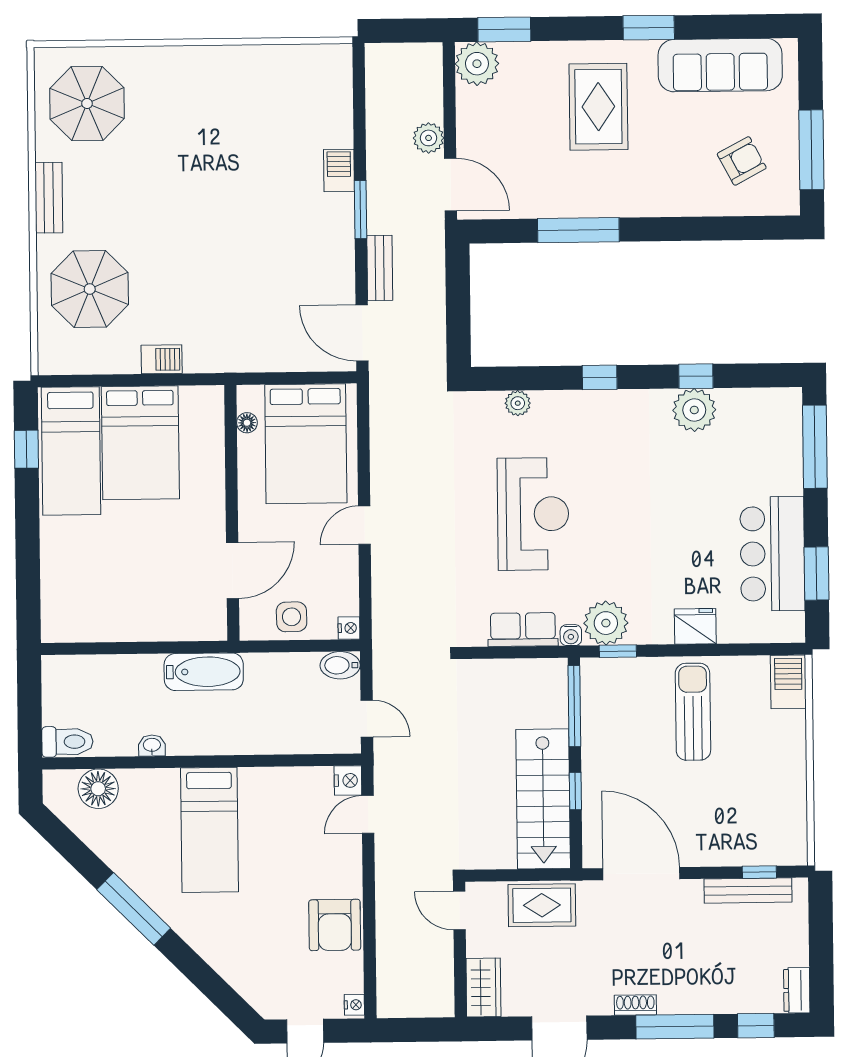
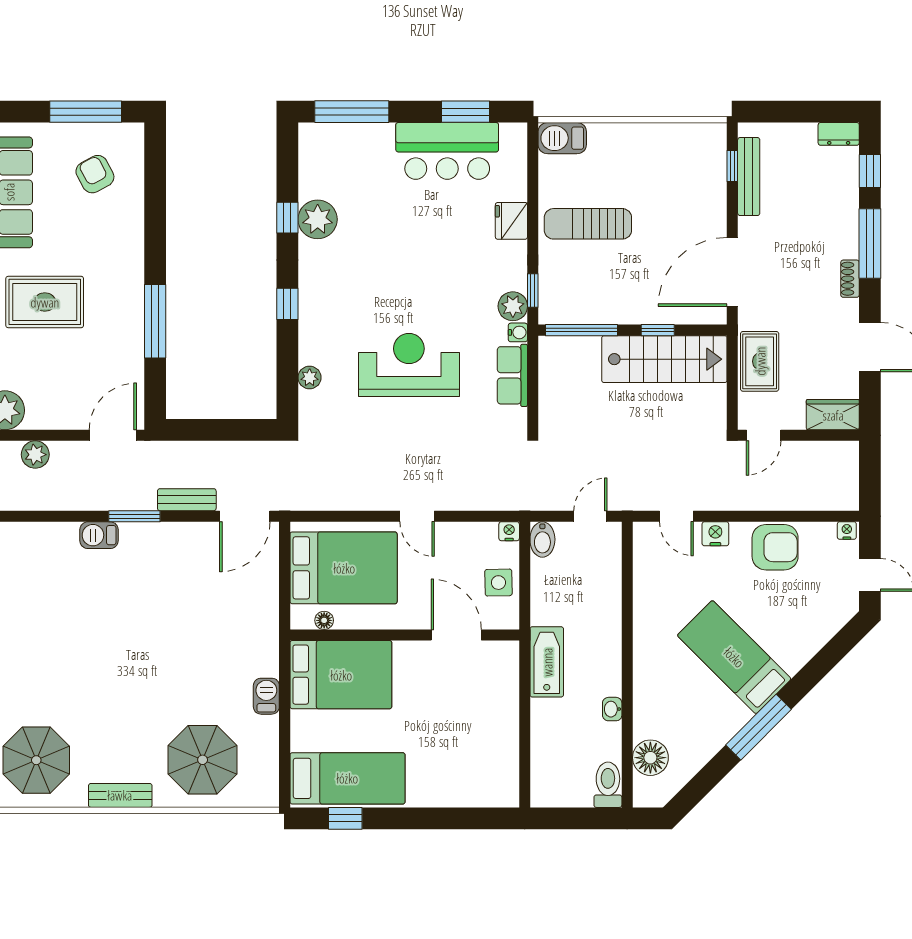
plant: (429, 138) -> (35, 455), moved
bed: (140, 443) -> (341, 675), moved
plant: (606, 623) -> (513, 306), width x0.73, depth x0.73
nightstand: (348, 780) -> (715, 534), moved
bed: (210, 830) -> (734, 657), moved, turned -135

